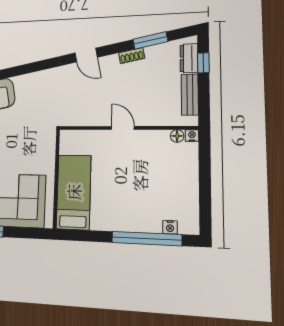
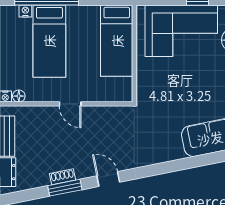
window: (150, 40) -> (65, 188), moved
bed: (144, 193) -> (49, 41), added

